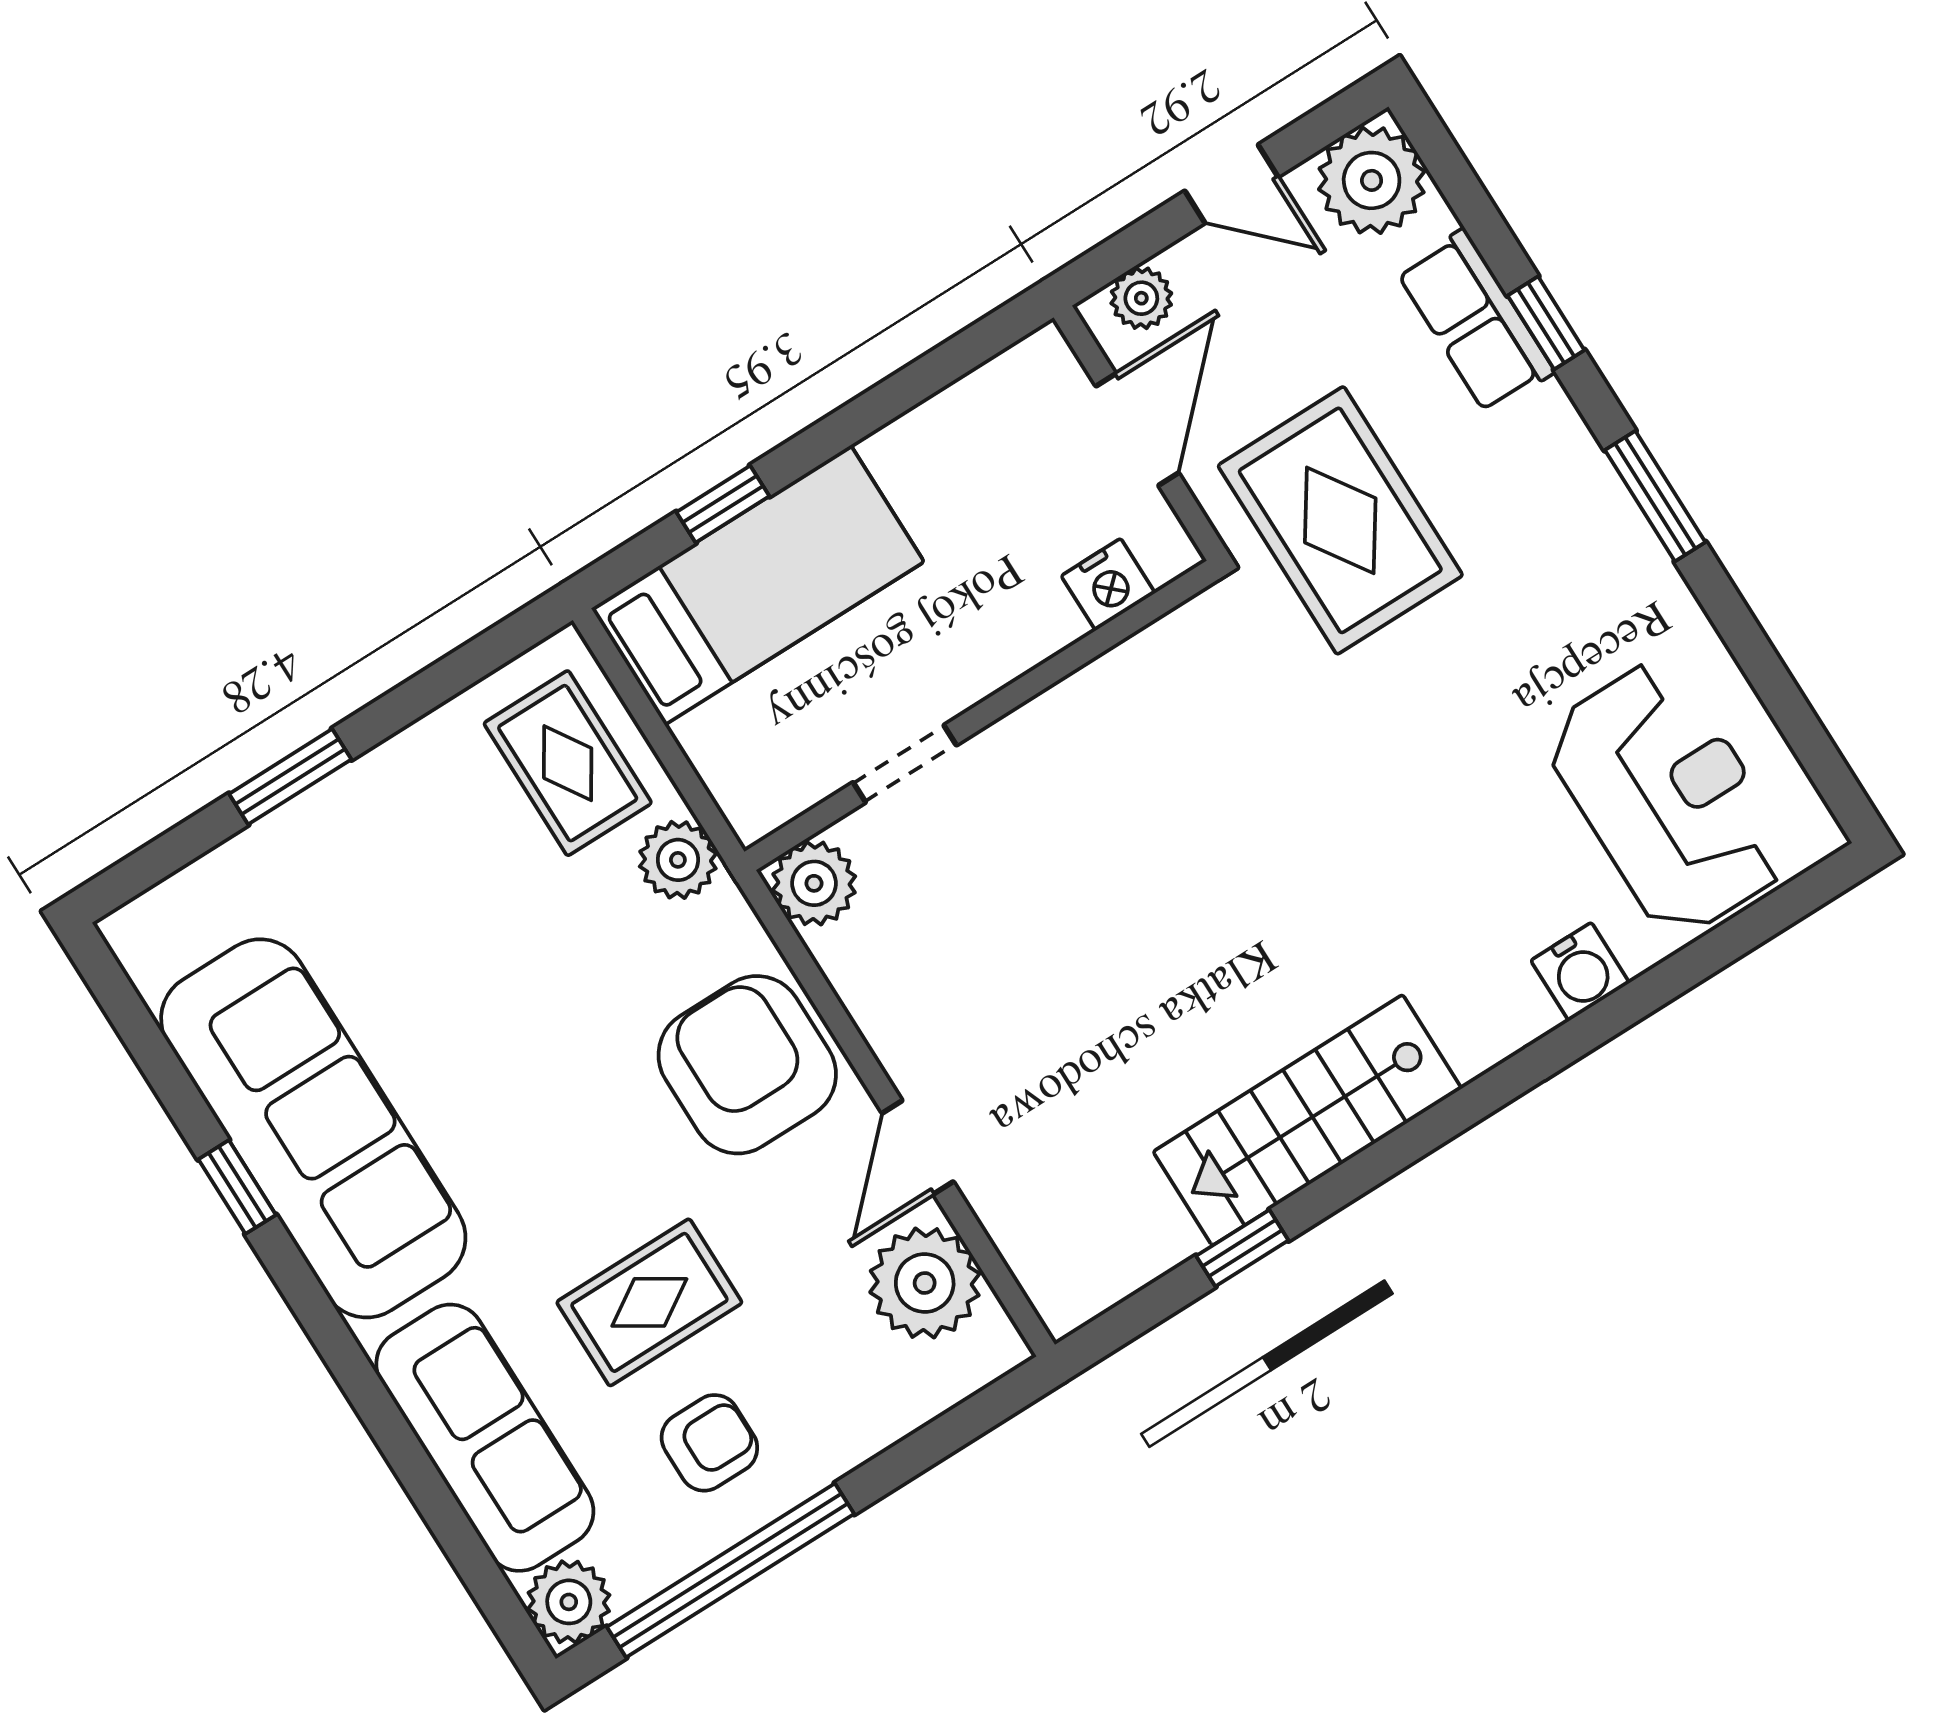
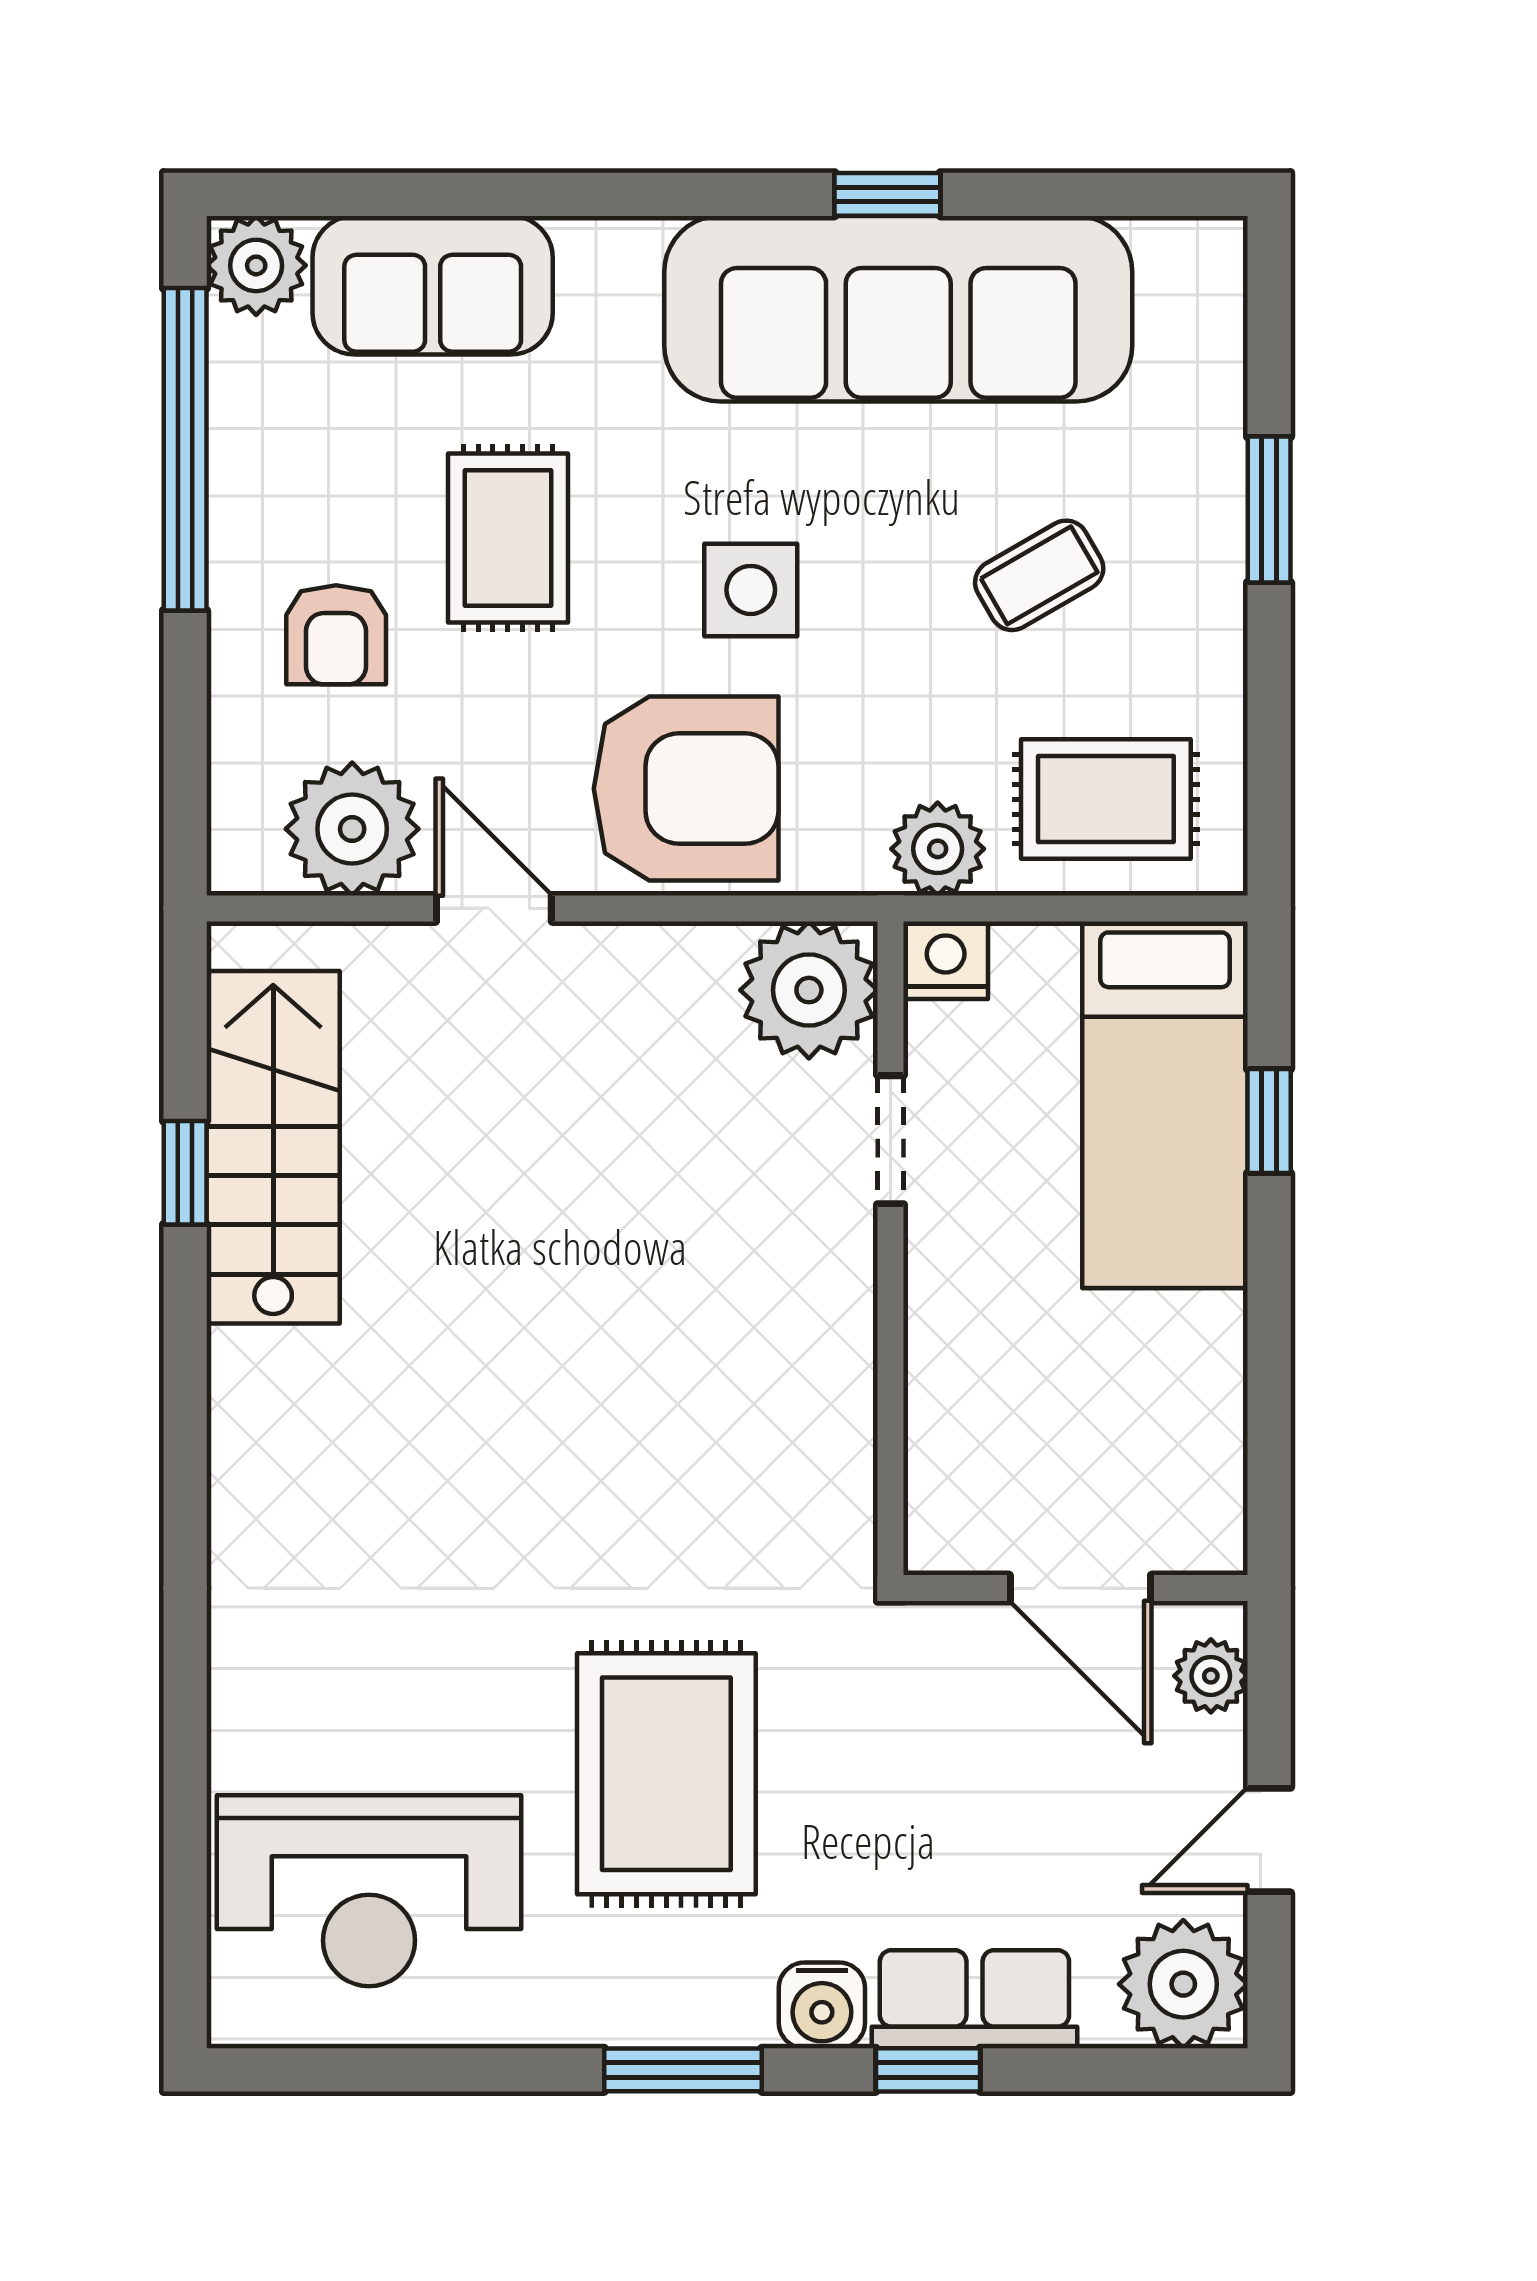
rug: (1340, 520) -> (666, 1774), moved, turned 90
nightstand: (1108, 584) -> (946, 960), moved, turned 90
plant: (814, 883) -> (809, 990), width x1.36, depth x1.36
coffee table: (439, 910) -> (1039, 575), added
water cooler: (1580, 972) -> (822, 2005), moved, turned -90
side table: (578, 1107) -> (751, 590), added
stairs: (1307, 1120) -> (273, 1147), moved
sofa: (485, 1438) -> (433, 285), width x0.73
armchair: (709, 1443) -> (336, 635), moved

